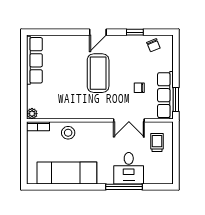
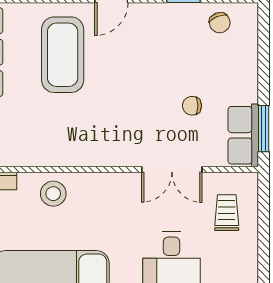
coffee table: (98, 73) -> (63, 55), moved
row of seats: (165, 95) -> (243, 135), width x0.68

